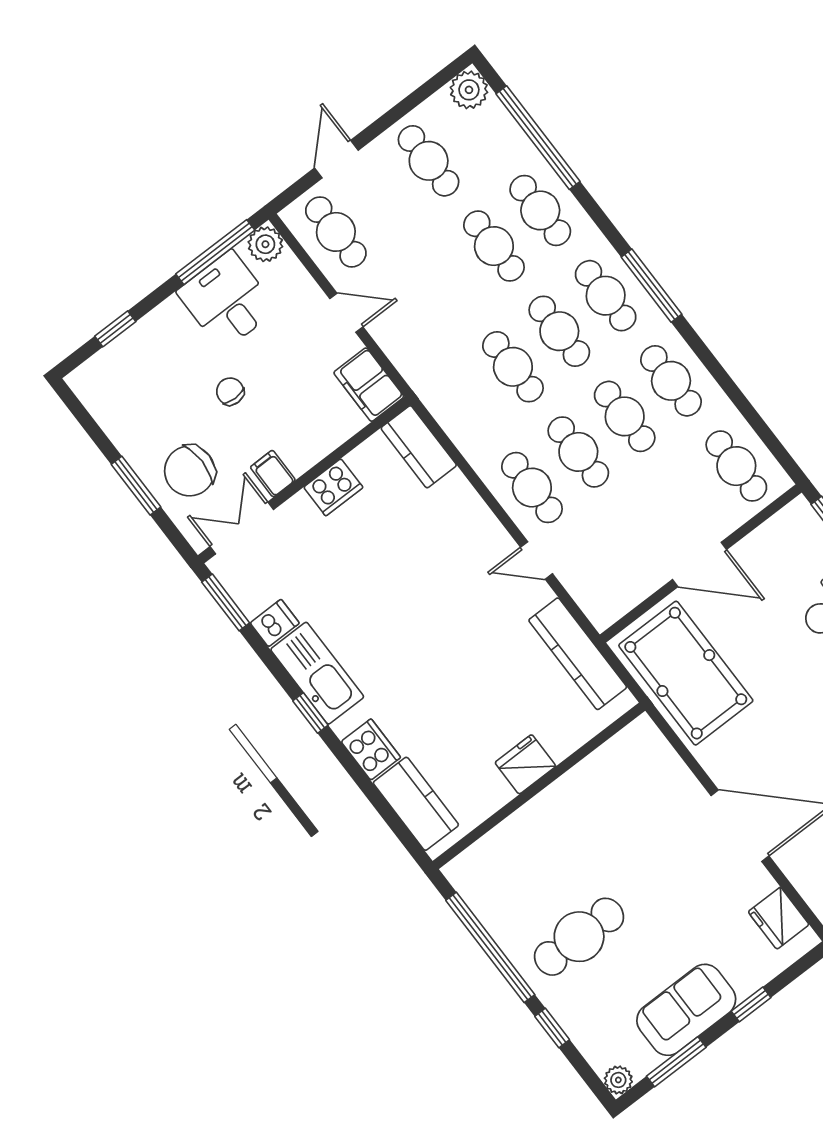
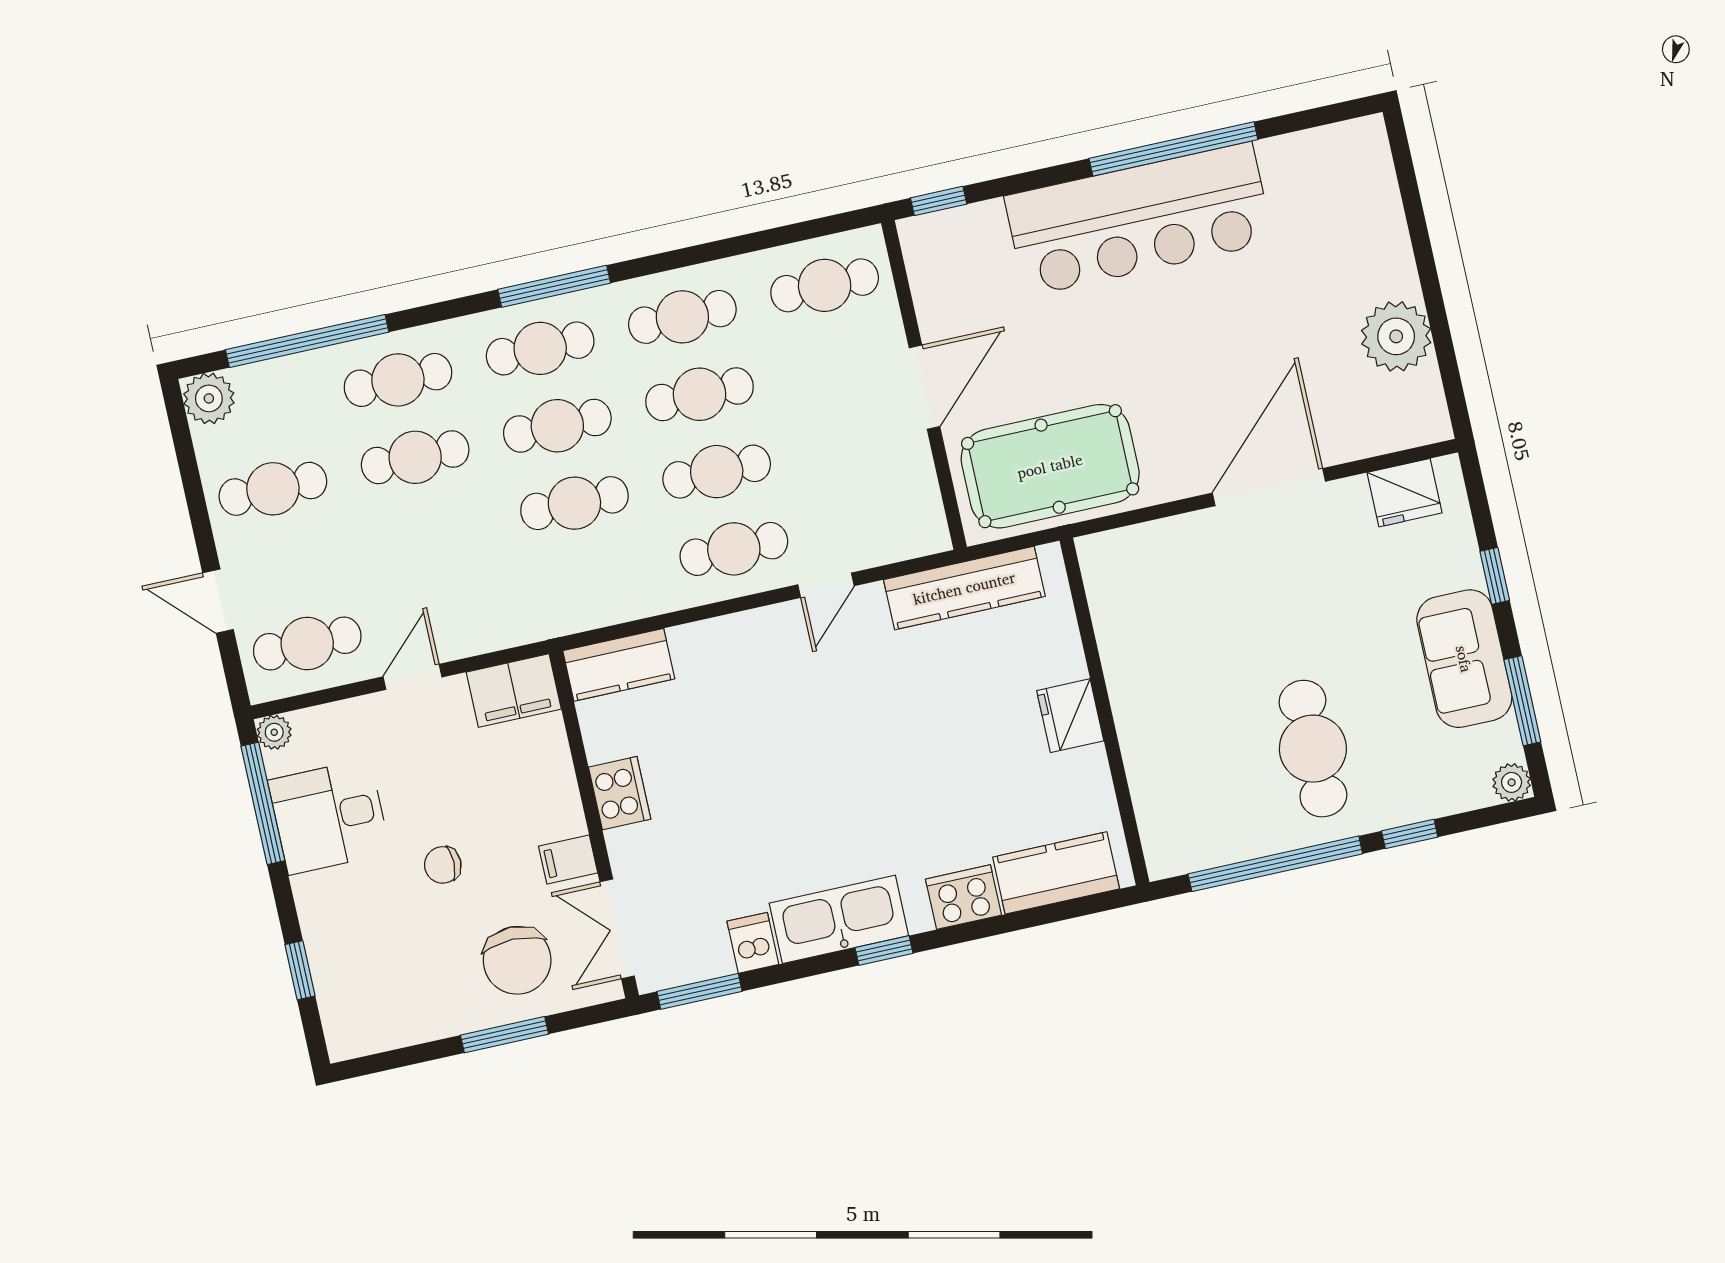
plant: (265, 244) -> (274, 732), width x0.73, depth x0.73

